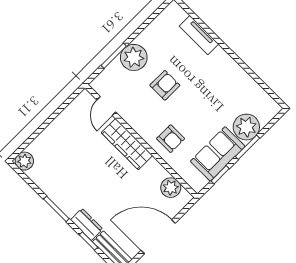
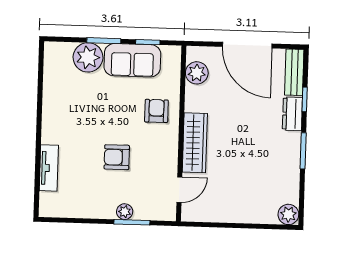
plant: (134, 57) -> (125, 212), width x0.53, depth x0.53

